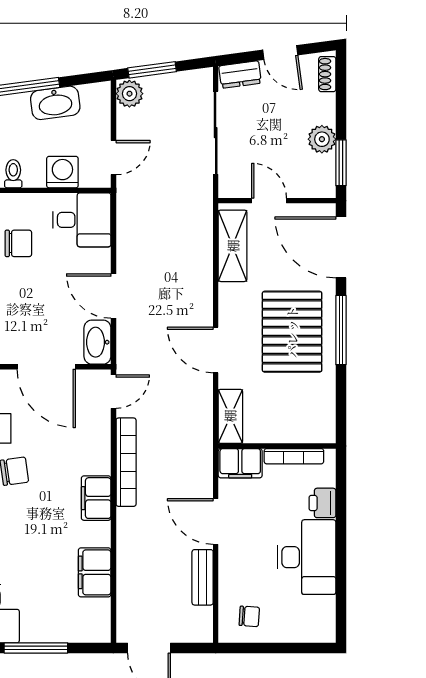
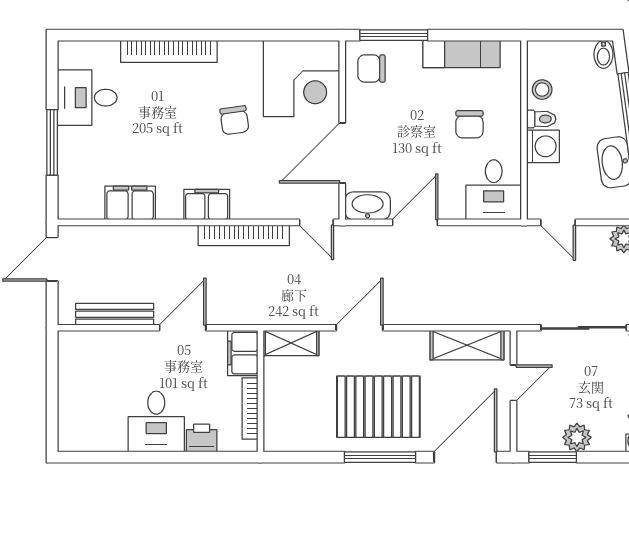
washing machine: (62, 172) -> (543, 146), moved
desk: (306, 557) -> (156, 421), width x0.73
bench: (203, 577) -> (115, 314), width x1.36
chair: (249, 616) -> (85, 363), removed

